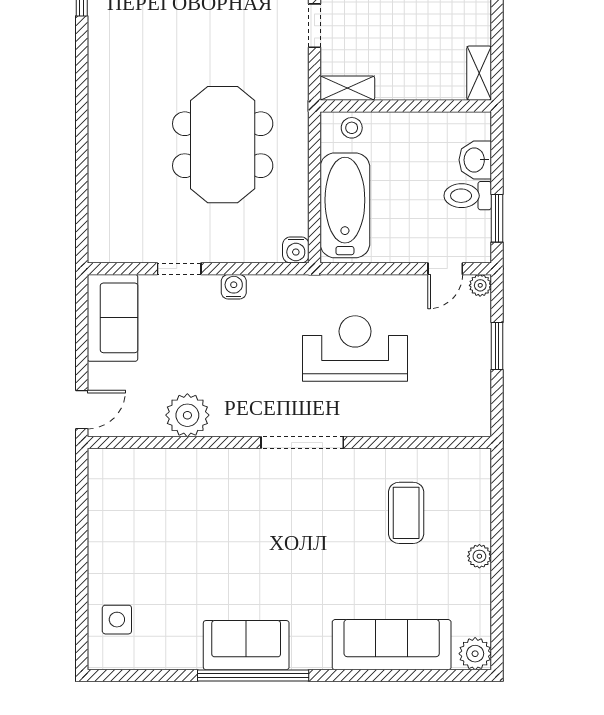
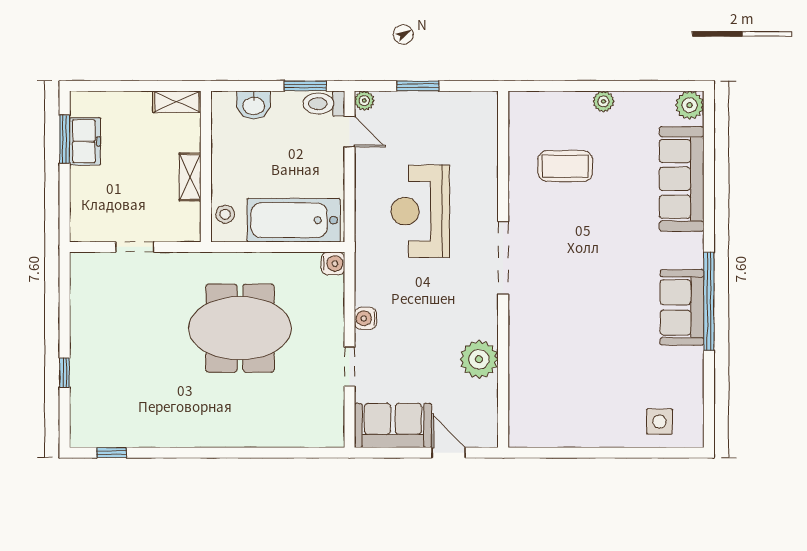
shelving: (347, 88) -> (190, 177), moved
toilet: (468, 196) -> (324, 104), moved, turned 90
door: (82, 410) -> (449, 453), moved

